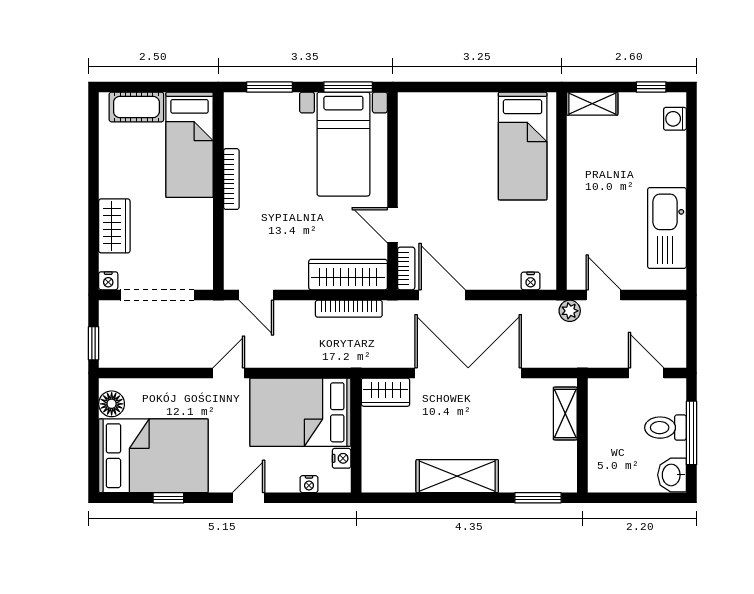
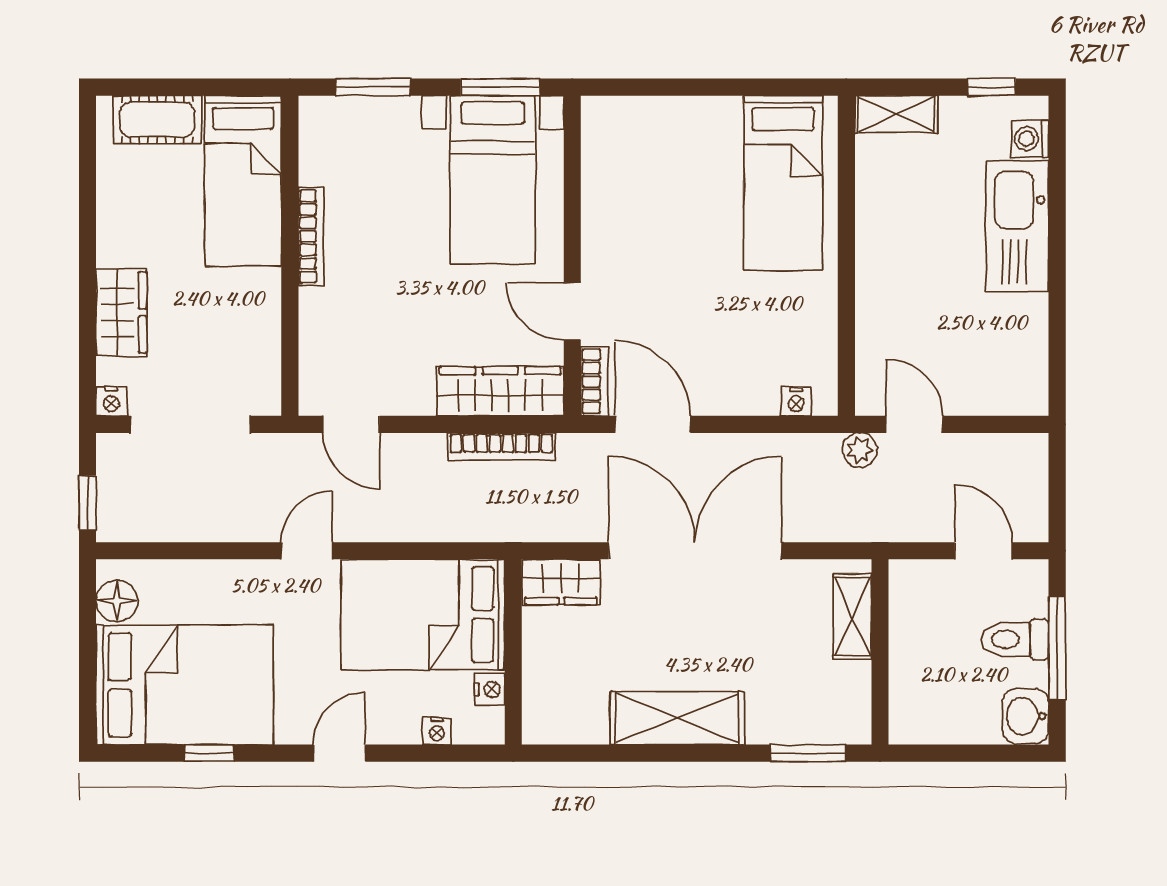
kitchen sink: (667, 228) -> (1017, 226), moved

